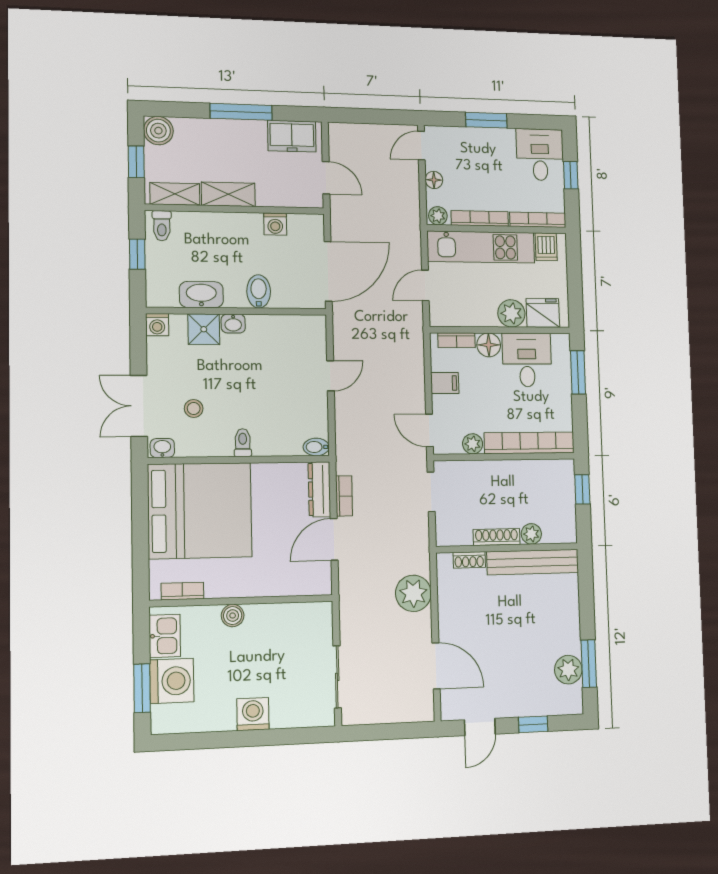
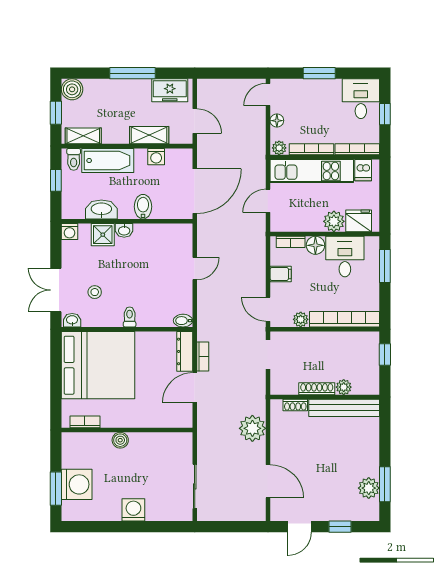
shelving: (228, 194) -> (149, 135), moved
bathtub: (209, 228) -> (108, 161), added
kitchen sink: (165, 636) -> (72, 453), removed

